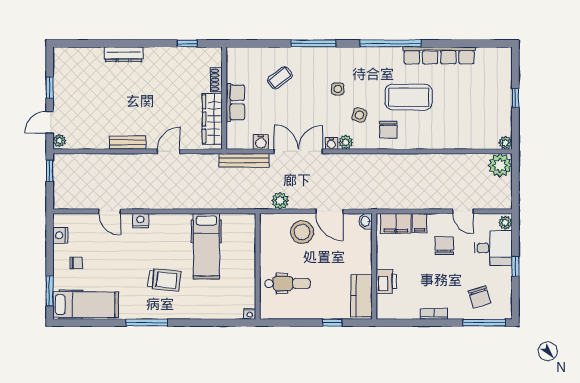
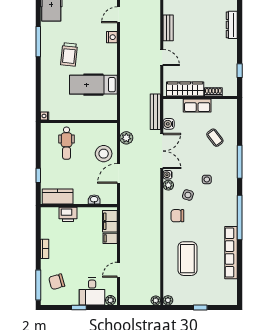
coffee table: (409, 97) -> (187, 259), moved
plant: (500, 165) -> (156, 300), width x0.53, depth x0.53
washbasin: (366, 221) -> (94, 199), moved
chair: (444, 246) -> (94, 256), removed

